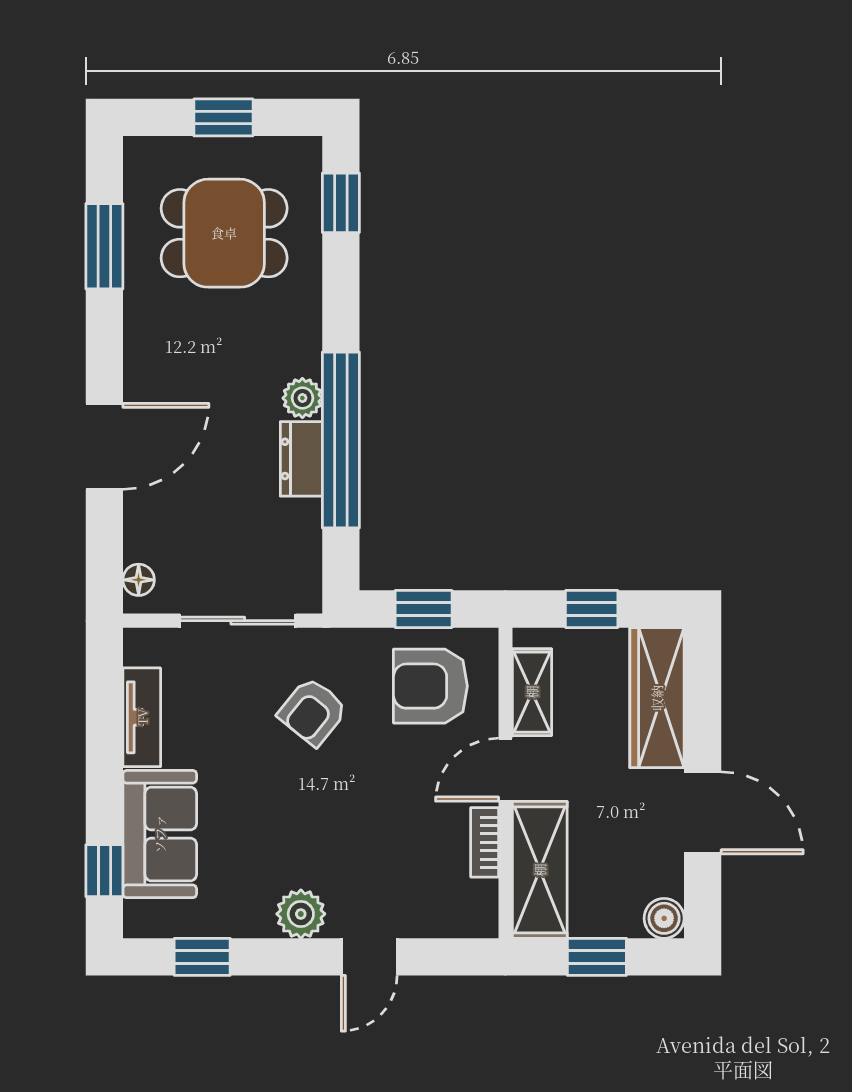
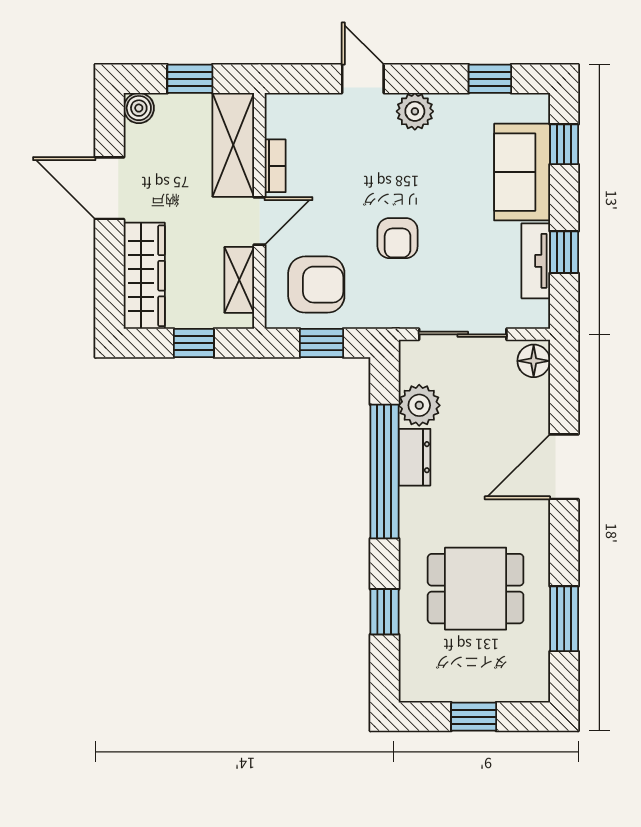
window: (341, 203) -> (384, 612), moved
dining table: (224, 233) -> (476, 589), moved
plant: (302, 398) -> (419, 405), moved, width x1.38, depth x1.38
floor lamp: (139, 580) -> (534, 361), width x1.37, depth x1.37
armchair: (313, 712) -> (398, 238), moved, turned 141
window: (104, 729) -> (564, 252), added
door: (369, 957) -> (363, 79), hinge flipped

